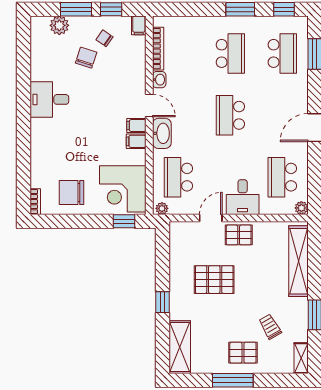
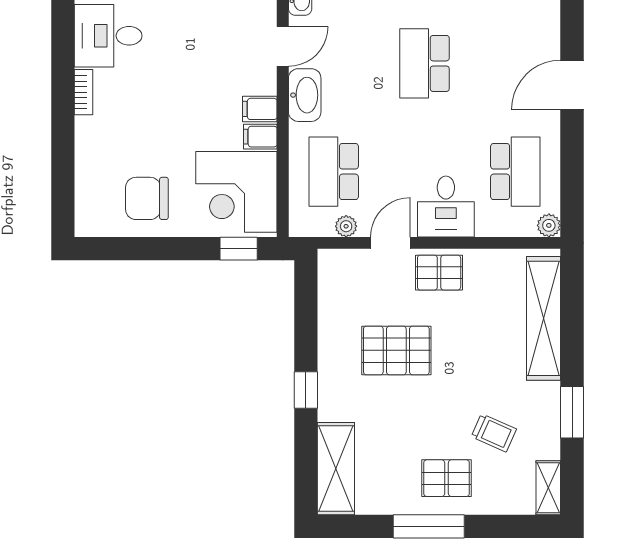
door: (149, 105) -> (283, 46), hinge flipped
filing cabinet: (136, 126) -> (260, 137), moved
school desk: (282, 177) -> (515, 172), turned 180
bookcase: (35, 202) -> (84, 92), moved
plant: (162, 208) -> (346, 226), moved
trolley: (270, 327) -> (494, 433), turned 144

